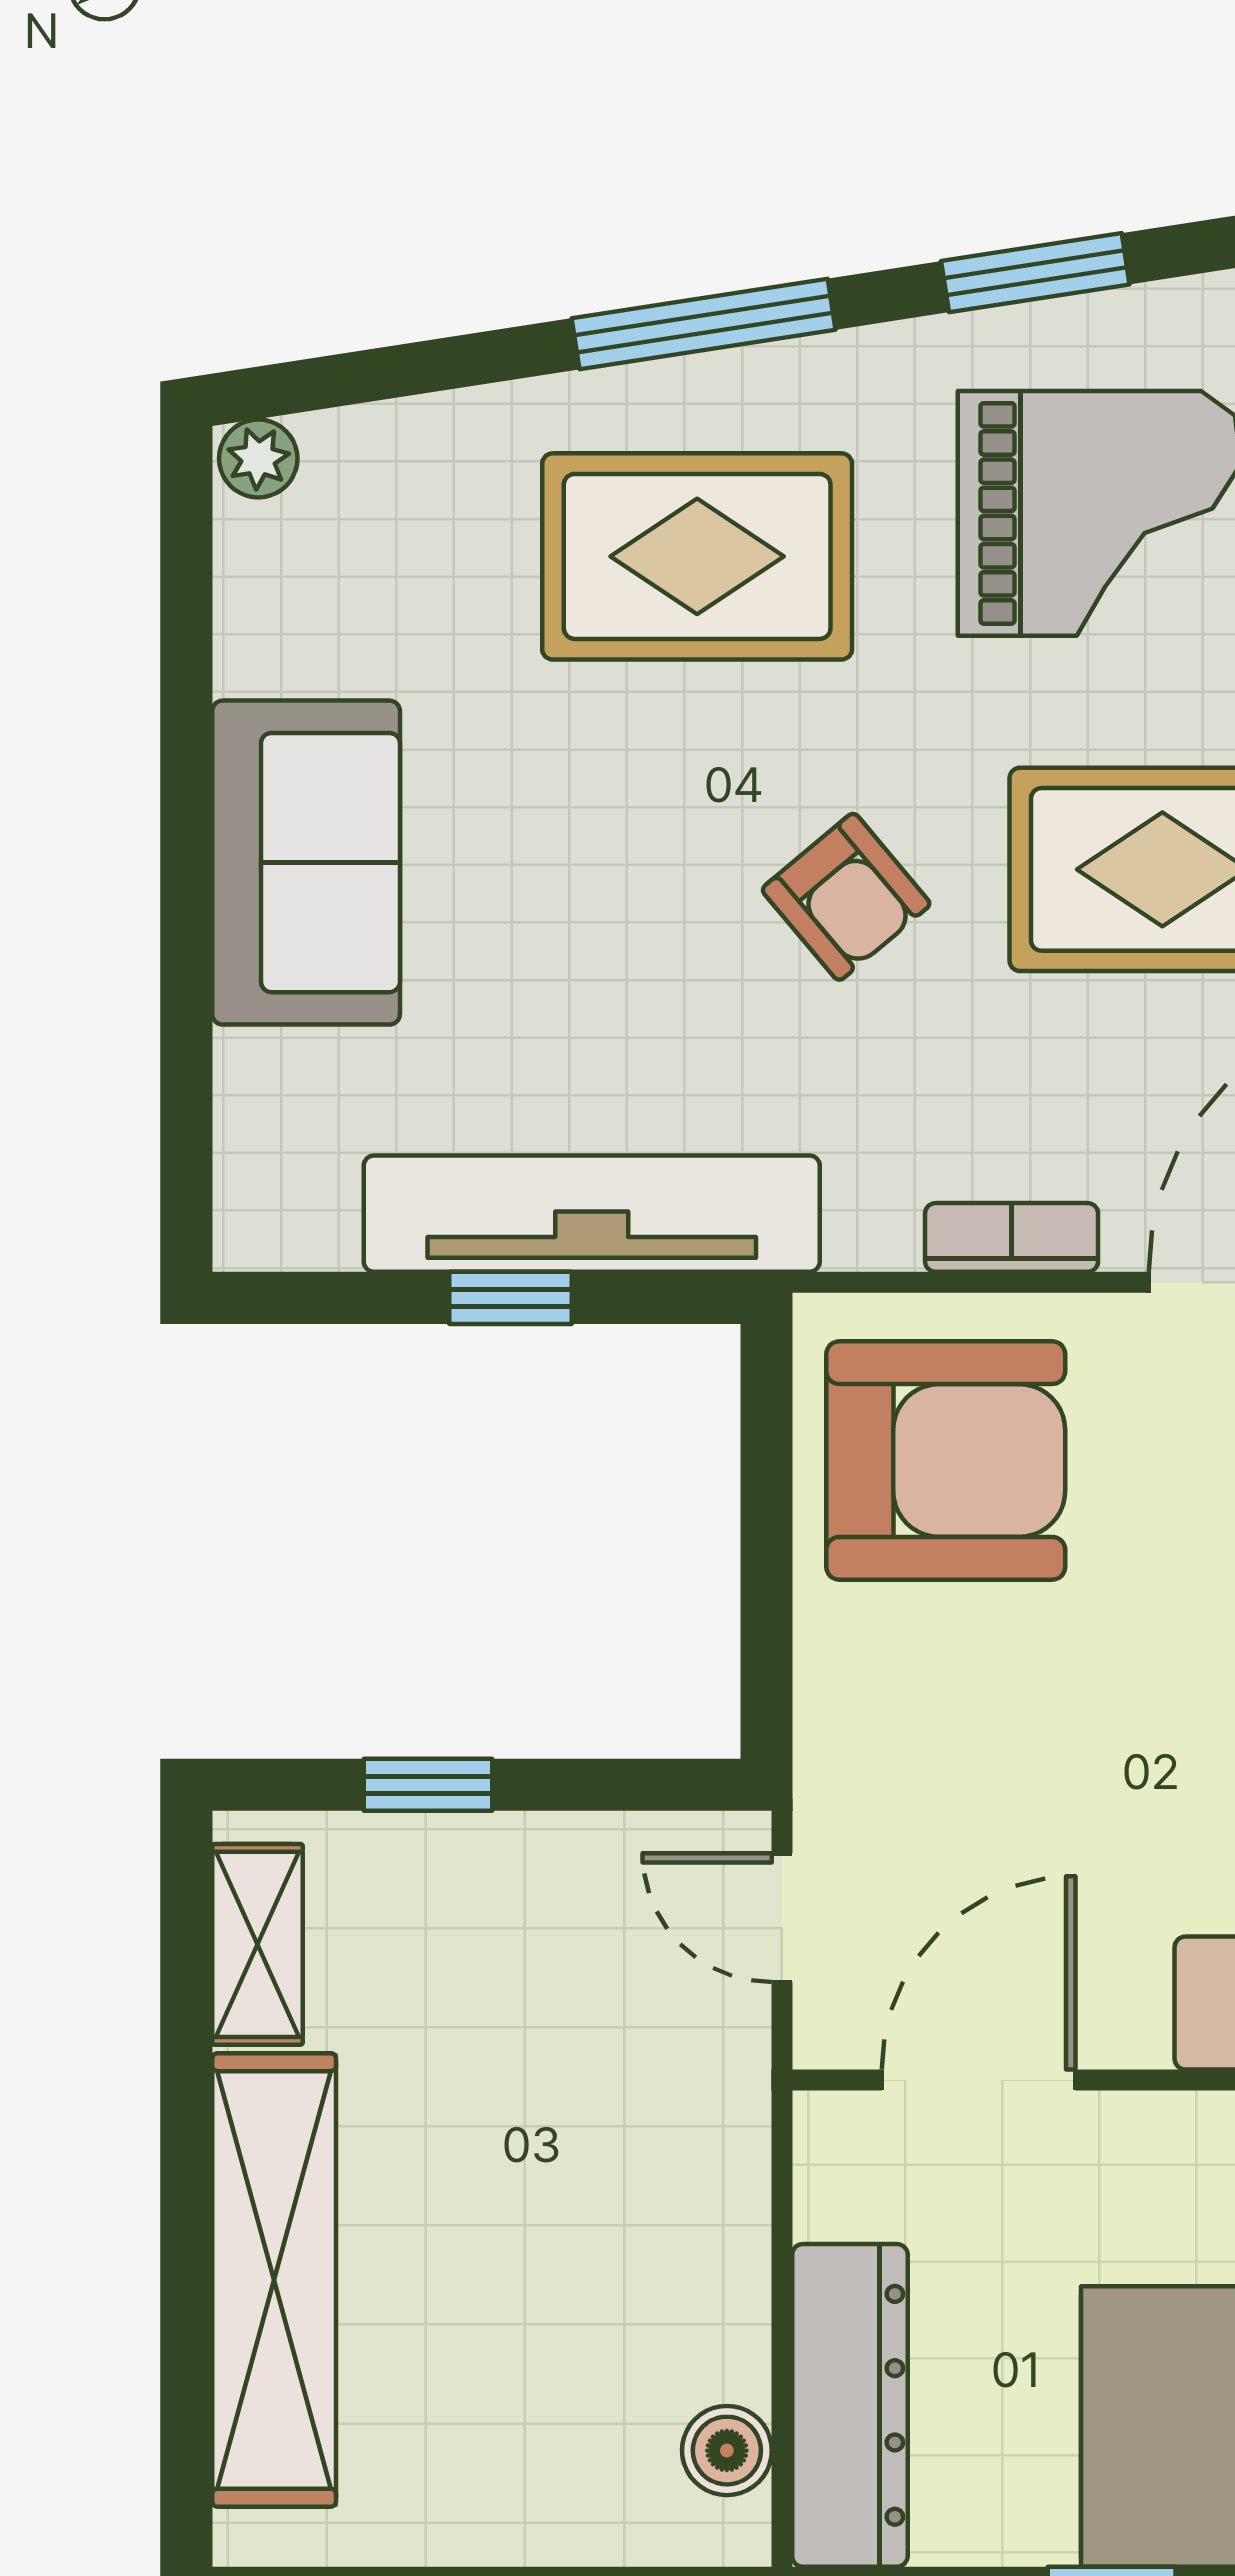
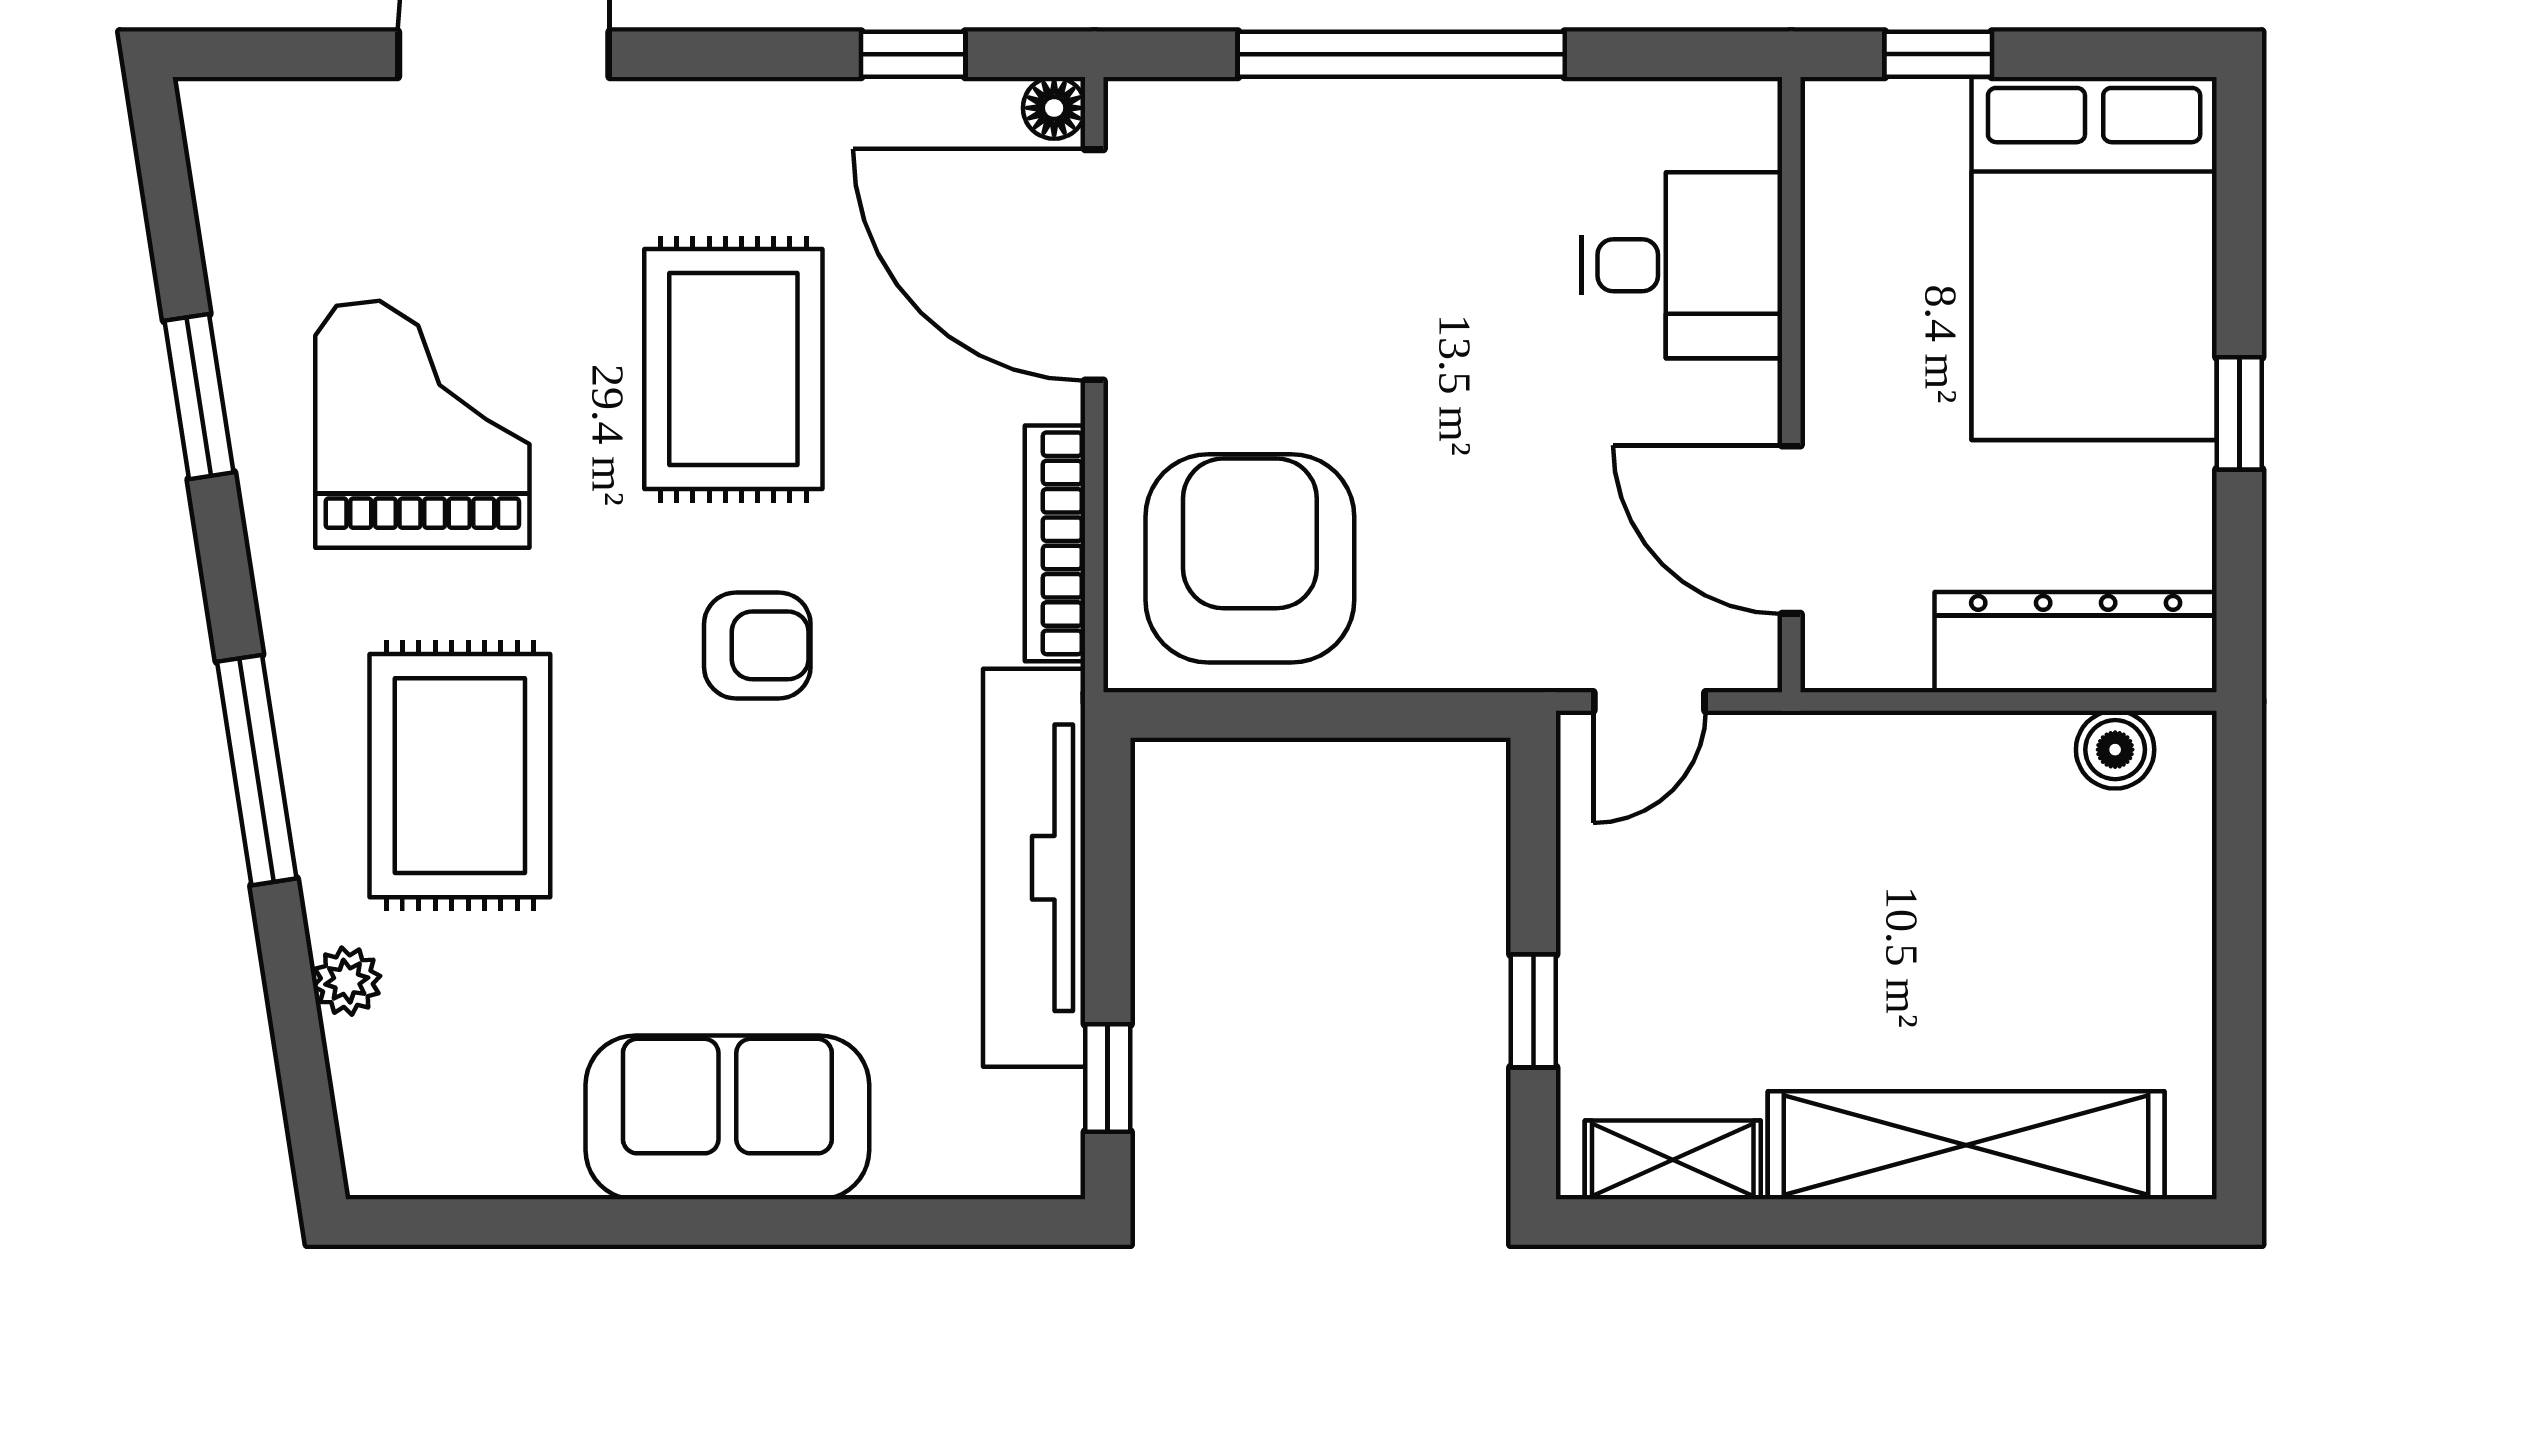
window: (1035, 273) -> (199, 397), moved
plant: (258, 459) -> (347, 981), moved
armchair: (846, 897) -> (757, 645), turned 40
bookcase: (1012, 1237) -> (1055, 543), width x1.56
window: (510, 1298) -> (1108, 1078), moved

